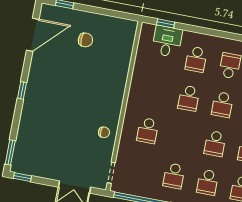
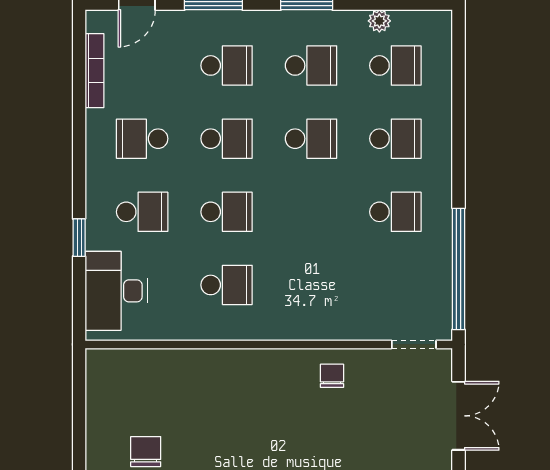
window: (166, 23) -> (79, 238), moved
desk: (167, 41) -> (116, 291), width x1.37
school desk: (148, 131) -> (227, 285), moved

